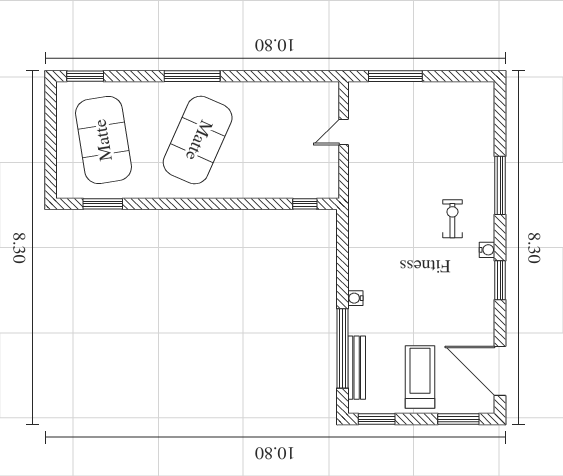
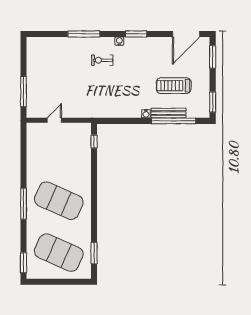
door: (344, 132) -> (54, 120), swing flipped
exercise mat: (104, 140) -> (59, 253), turned 33
bench: (357, 368) -> (169, 113), moved
treadmill: (420, 377) -> (174, 86), moved

